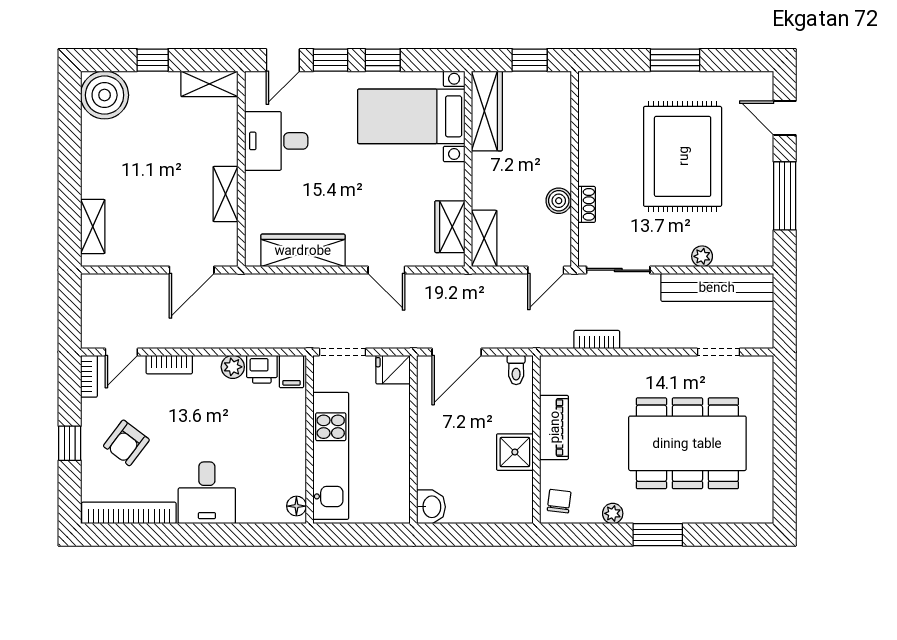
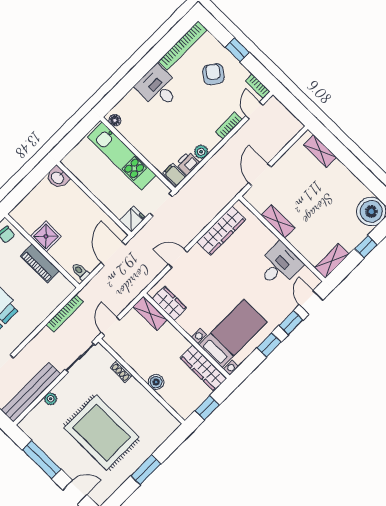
boiler: (559, 201) -> (156, 382), moved
bookcase: (597, 340) -> (65, 313), width x1.56

